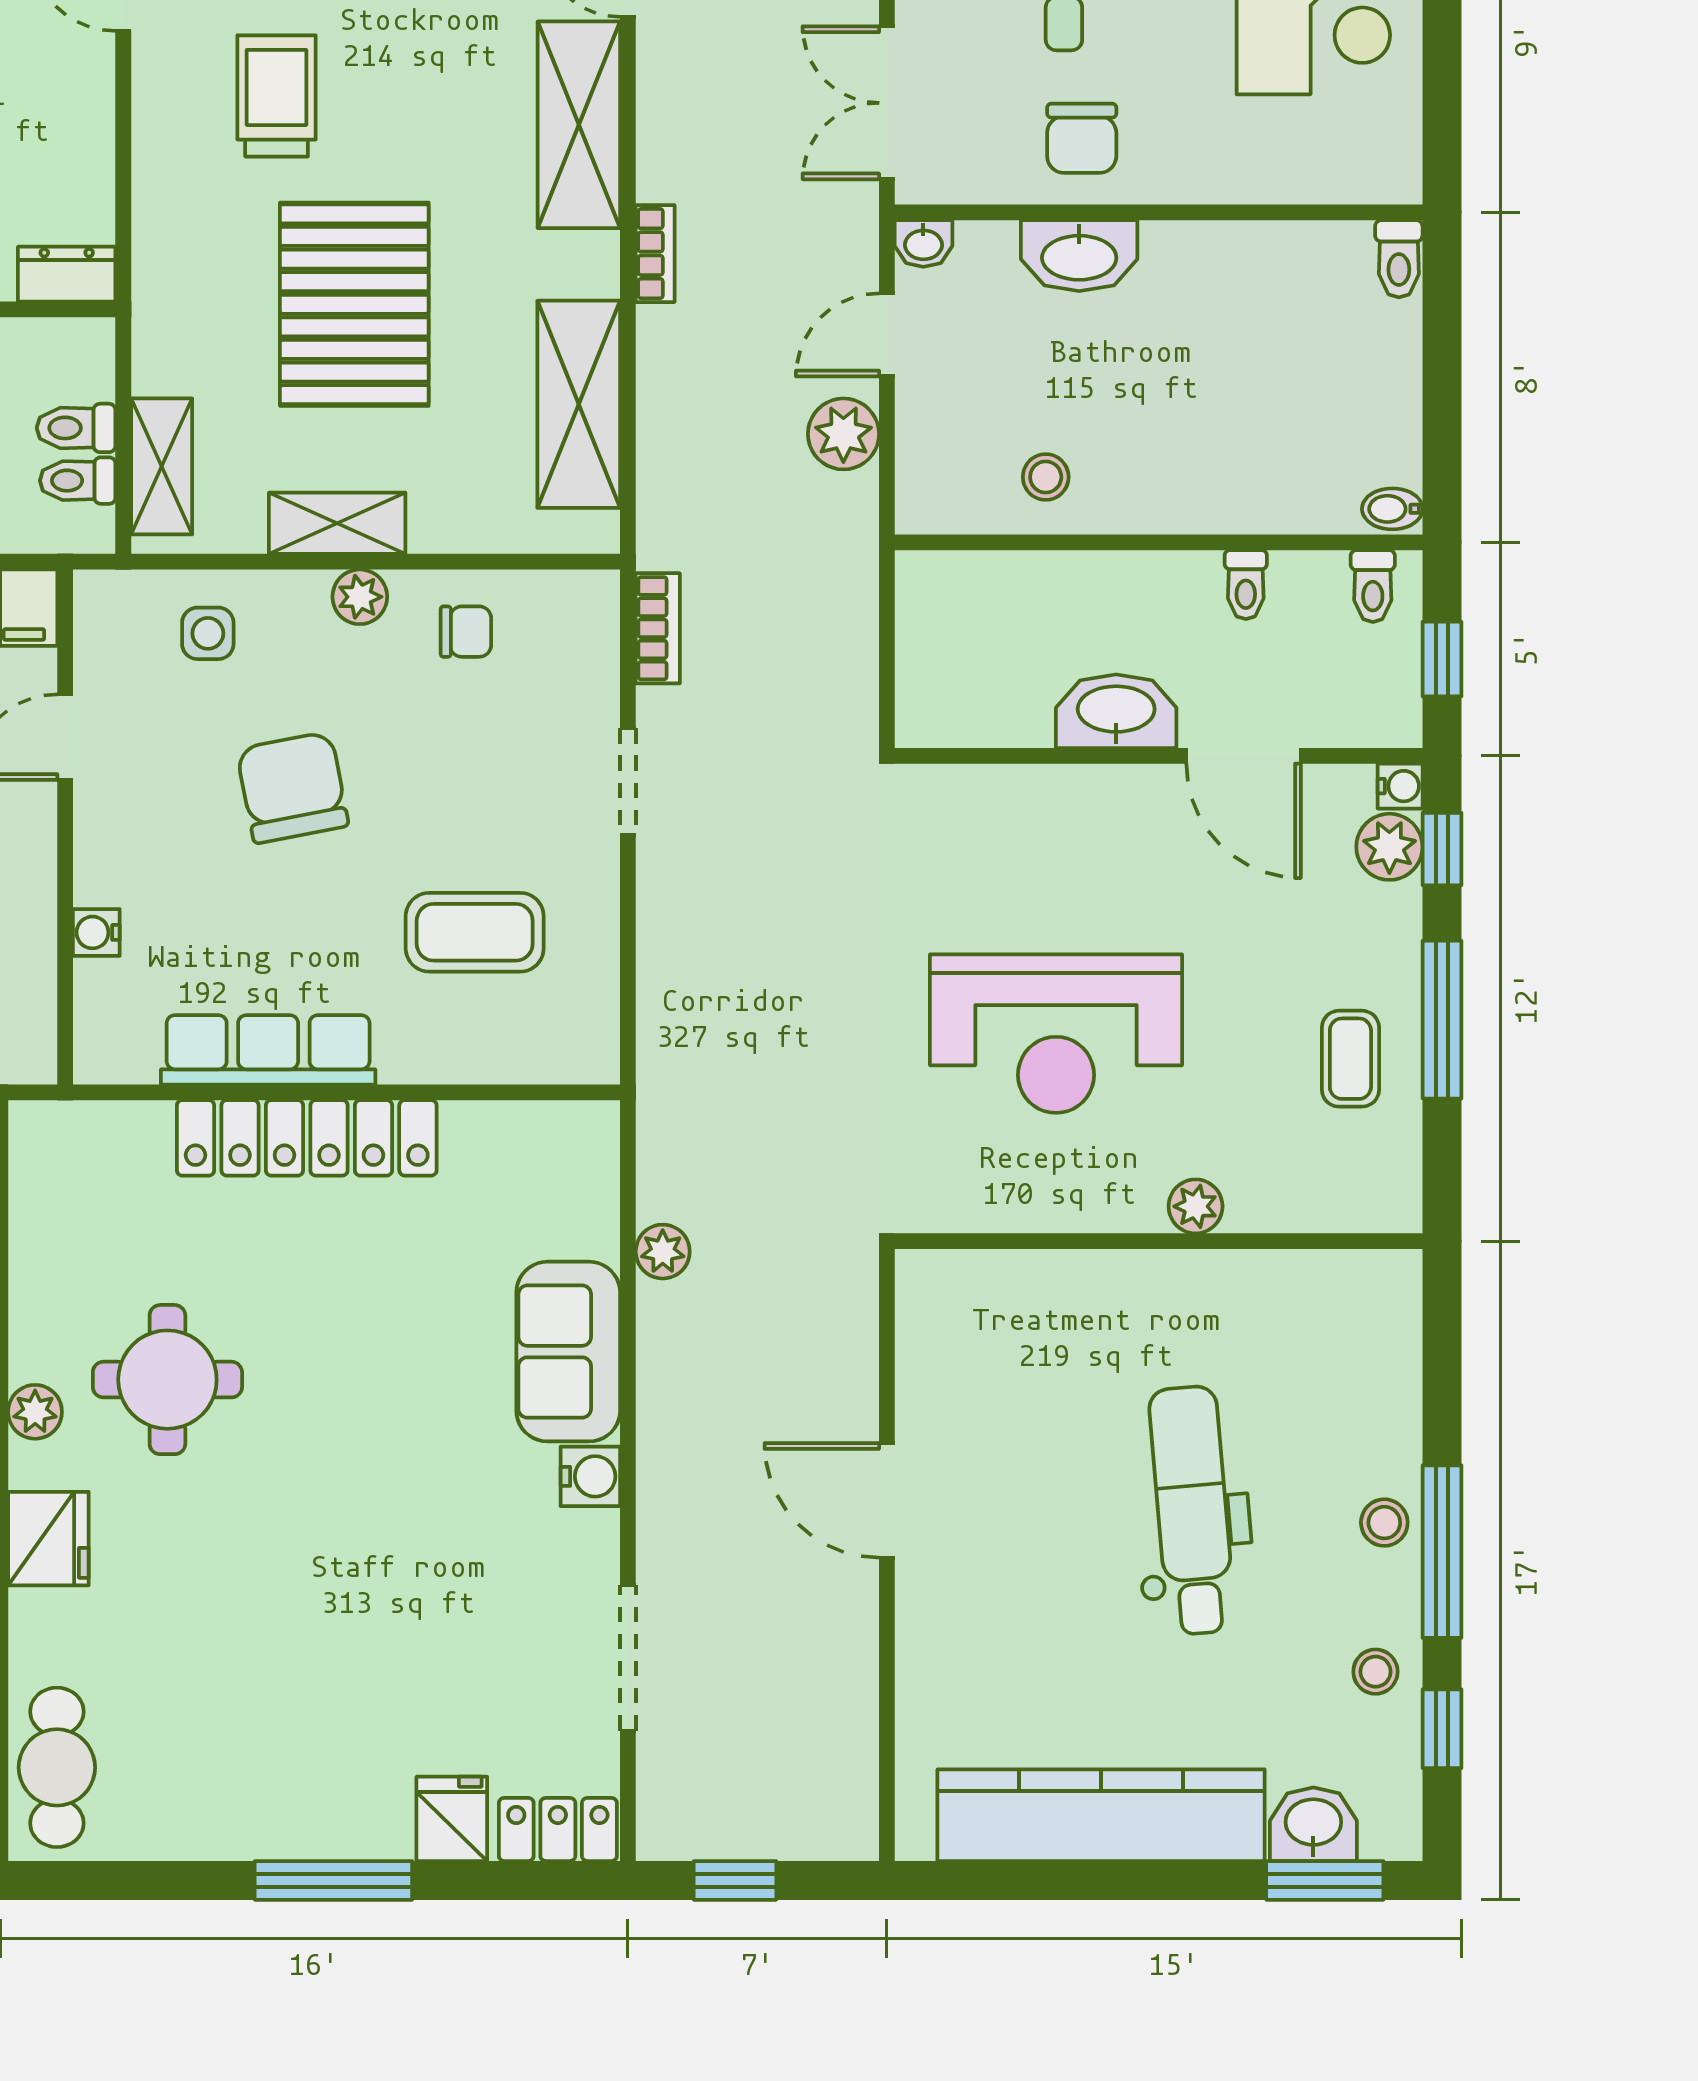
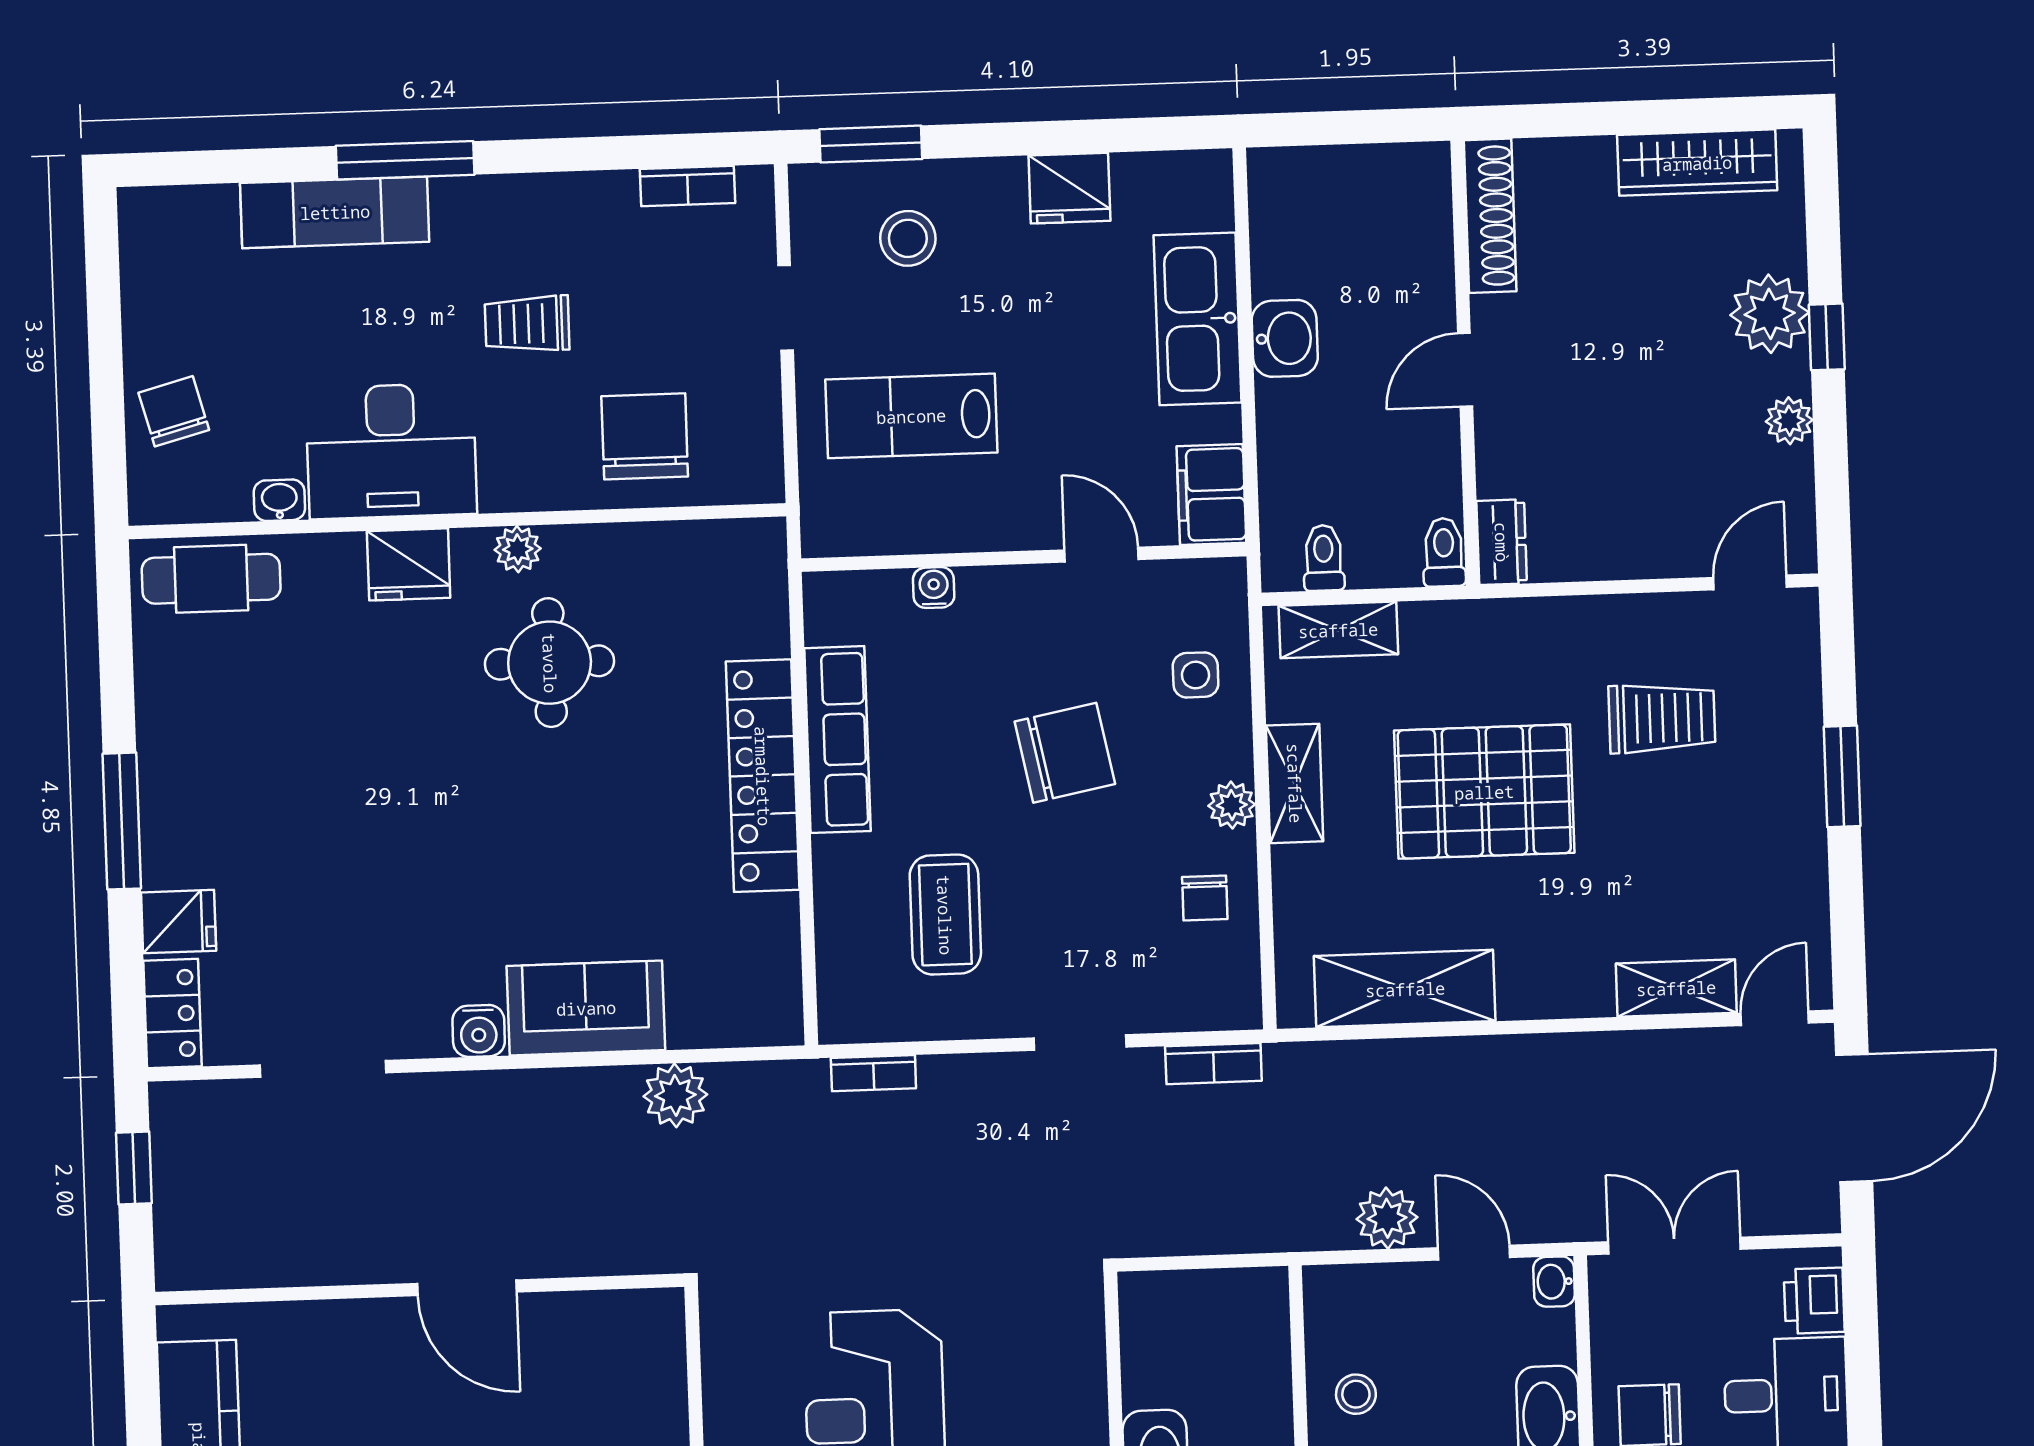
shelving: (579, 125) -> (1676, 988), width x0.67, depth x0.75
bookcase: (655, 254) -> (873, 1073), moved
toilet: (76, 428) -> (1444, 552), moved
plant: (663, 1252) -> (675, 1095), width x1.38, depth x1.38
door: (887, 1500) -> (467, 1288), swing flipped

